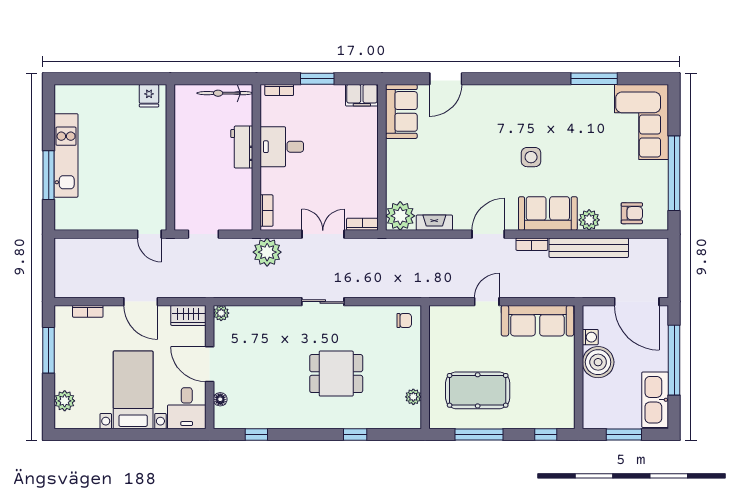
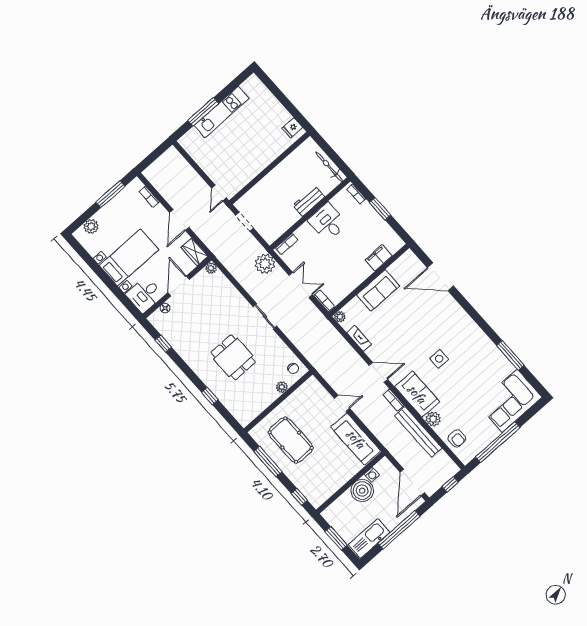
door: (446, 79) -> (441, 277), width x1.36
filing cabinet: (362, 95) -> (379, 258), moved, turned 90
sofa: (401, 111) -> (378, 290), moved
plant: (400, 216) -> (340, 317), width x0.53, depth x0.53
window: (674, 263) -> (450, 484), added
plant: (413, 397) -> (282, 387), moved

